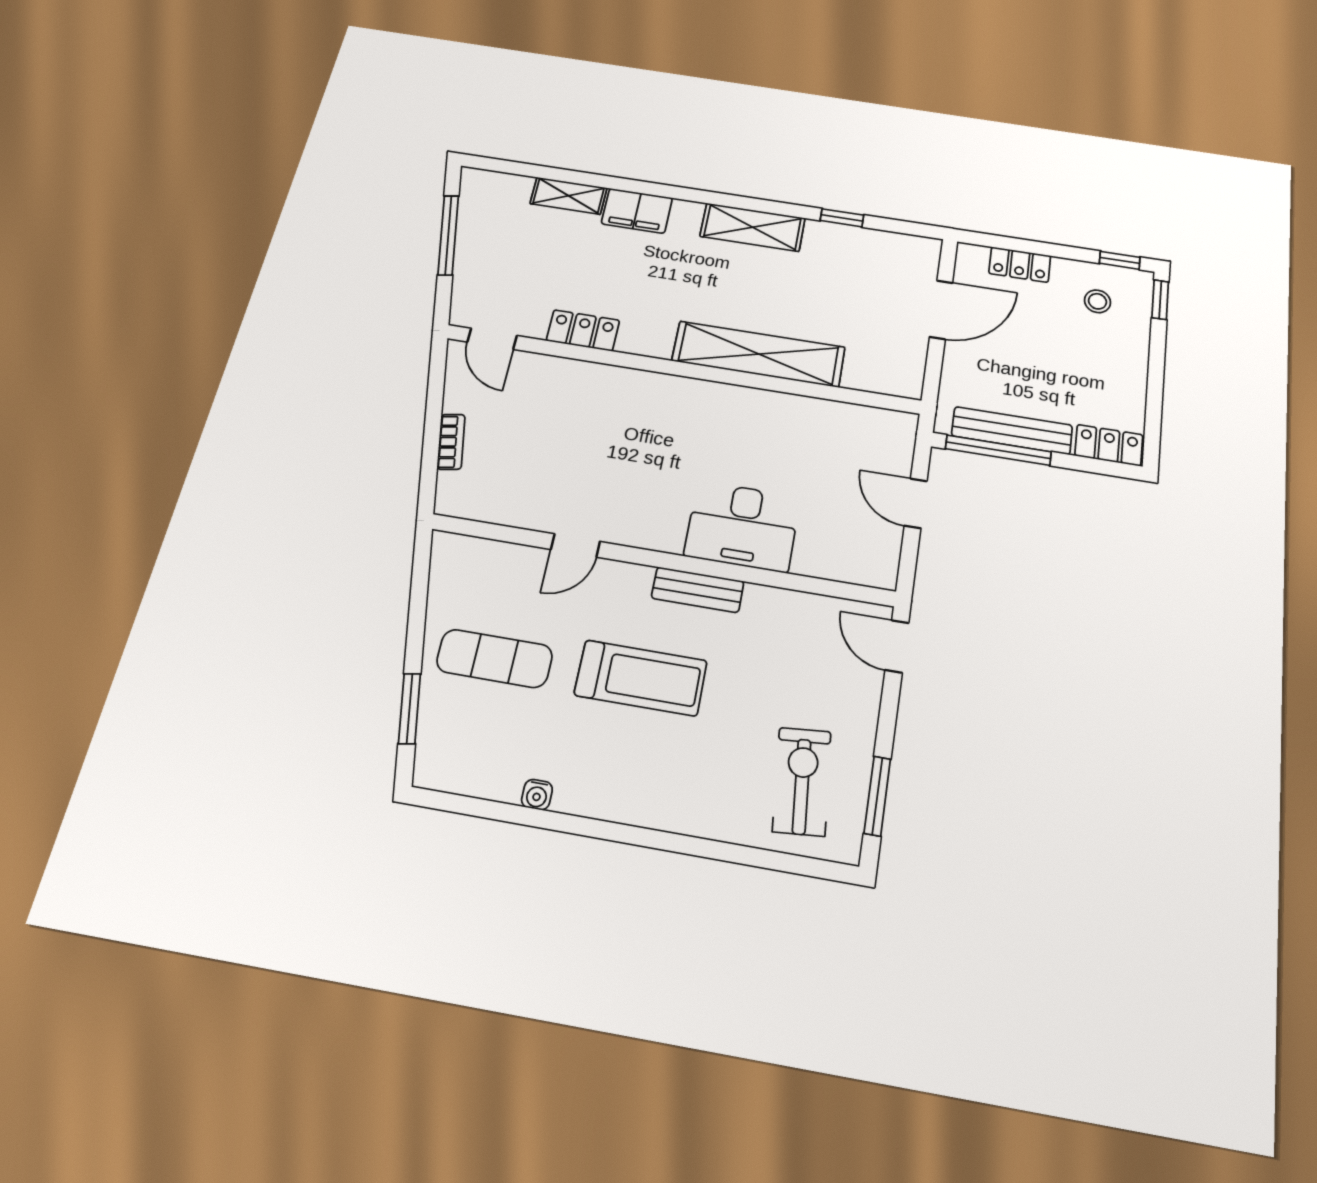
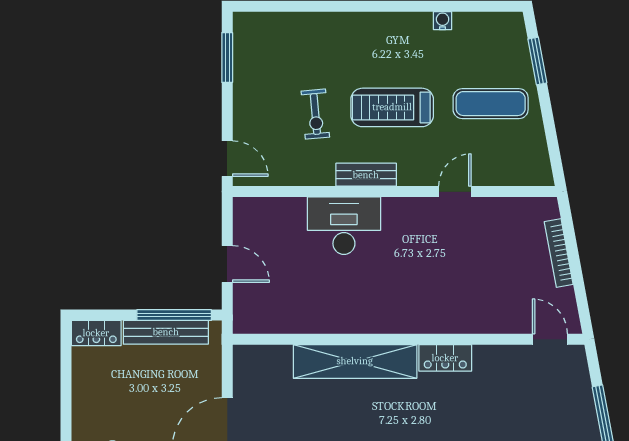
locker: (583, 330) -> (445, 358), moved
bookcase: (451, 442) -> (559, 253), width x1.56
exercise bike: (802, 781) -> (315, 114), moved, width x0.73, depth x0.72

